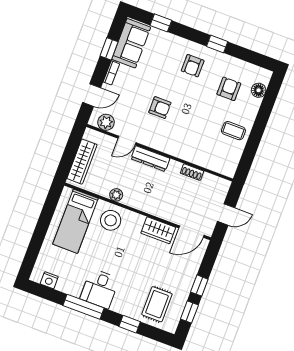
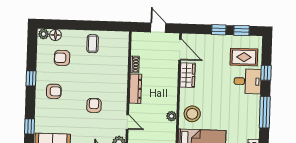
plant: (264, 77) -> (44, 34), added
dresser: (150, 159) -> (135, 89), moved
desk: (100, 289) -> (248, 81), moved

